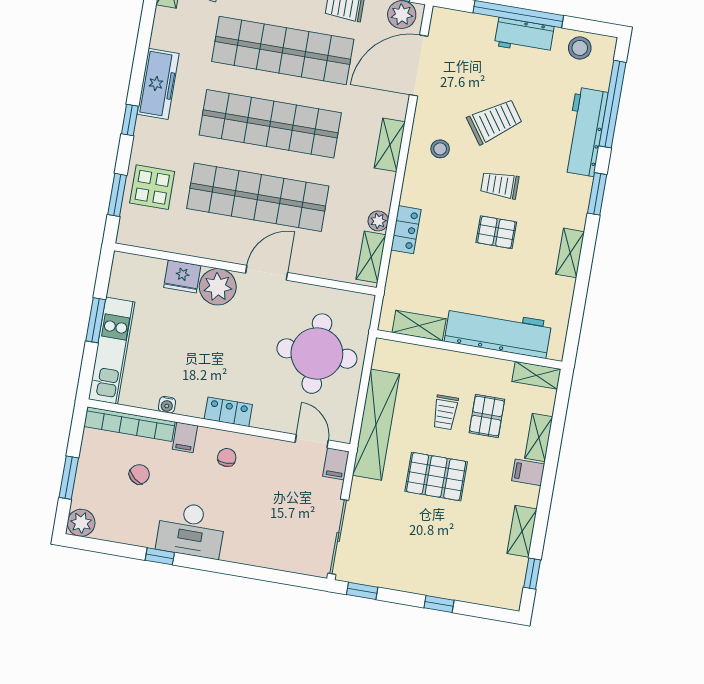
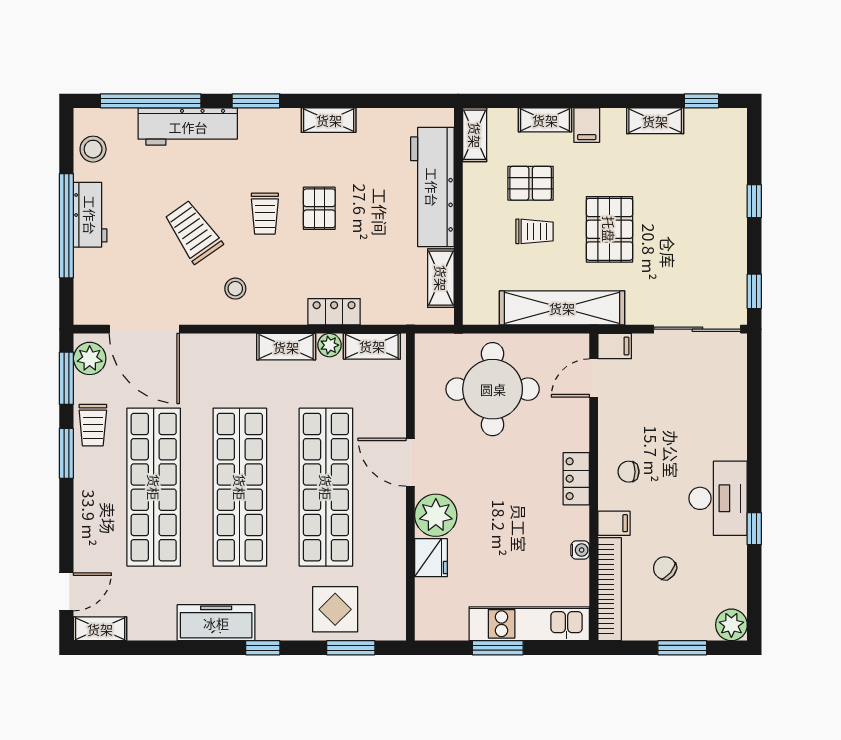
shelving: (390, 145) -> (286, 347), moved

